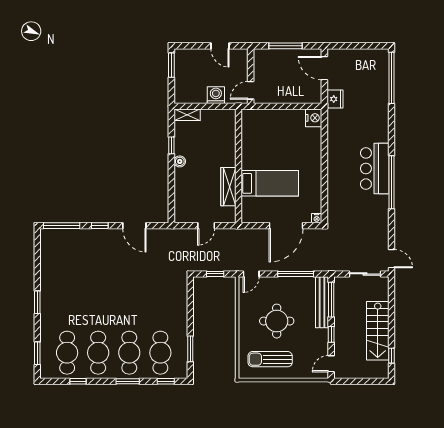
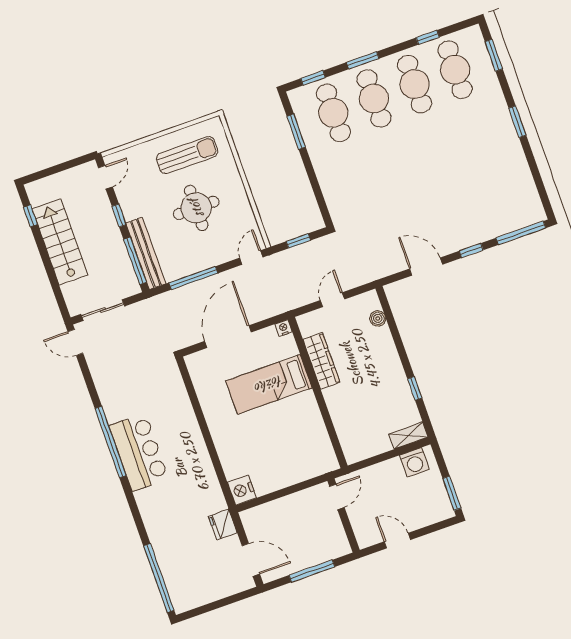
washing machine: (216, 95) -> (414, 462), moved
boiler: (180, 161) -> (378, 318), moved
nightstand: (317, 218) -> (283, 328), moved

